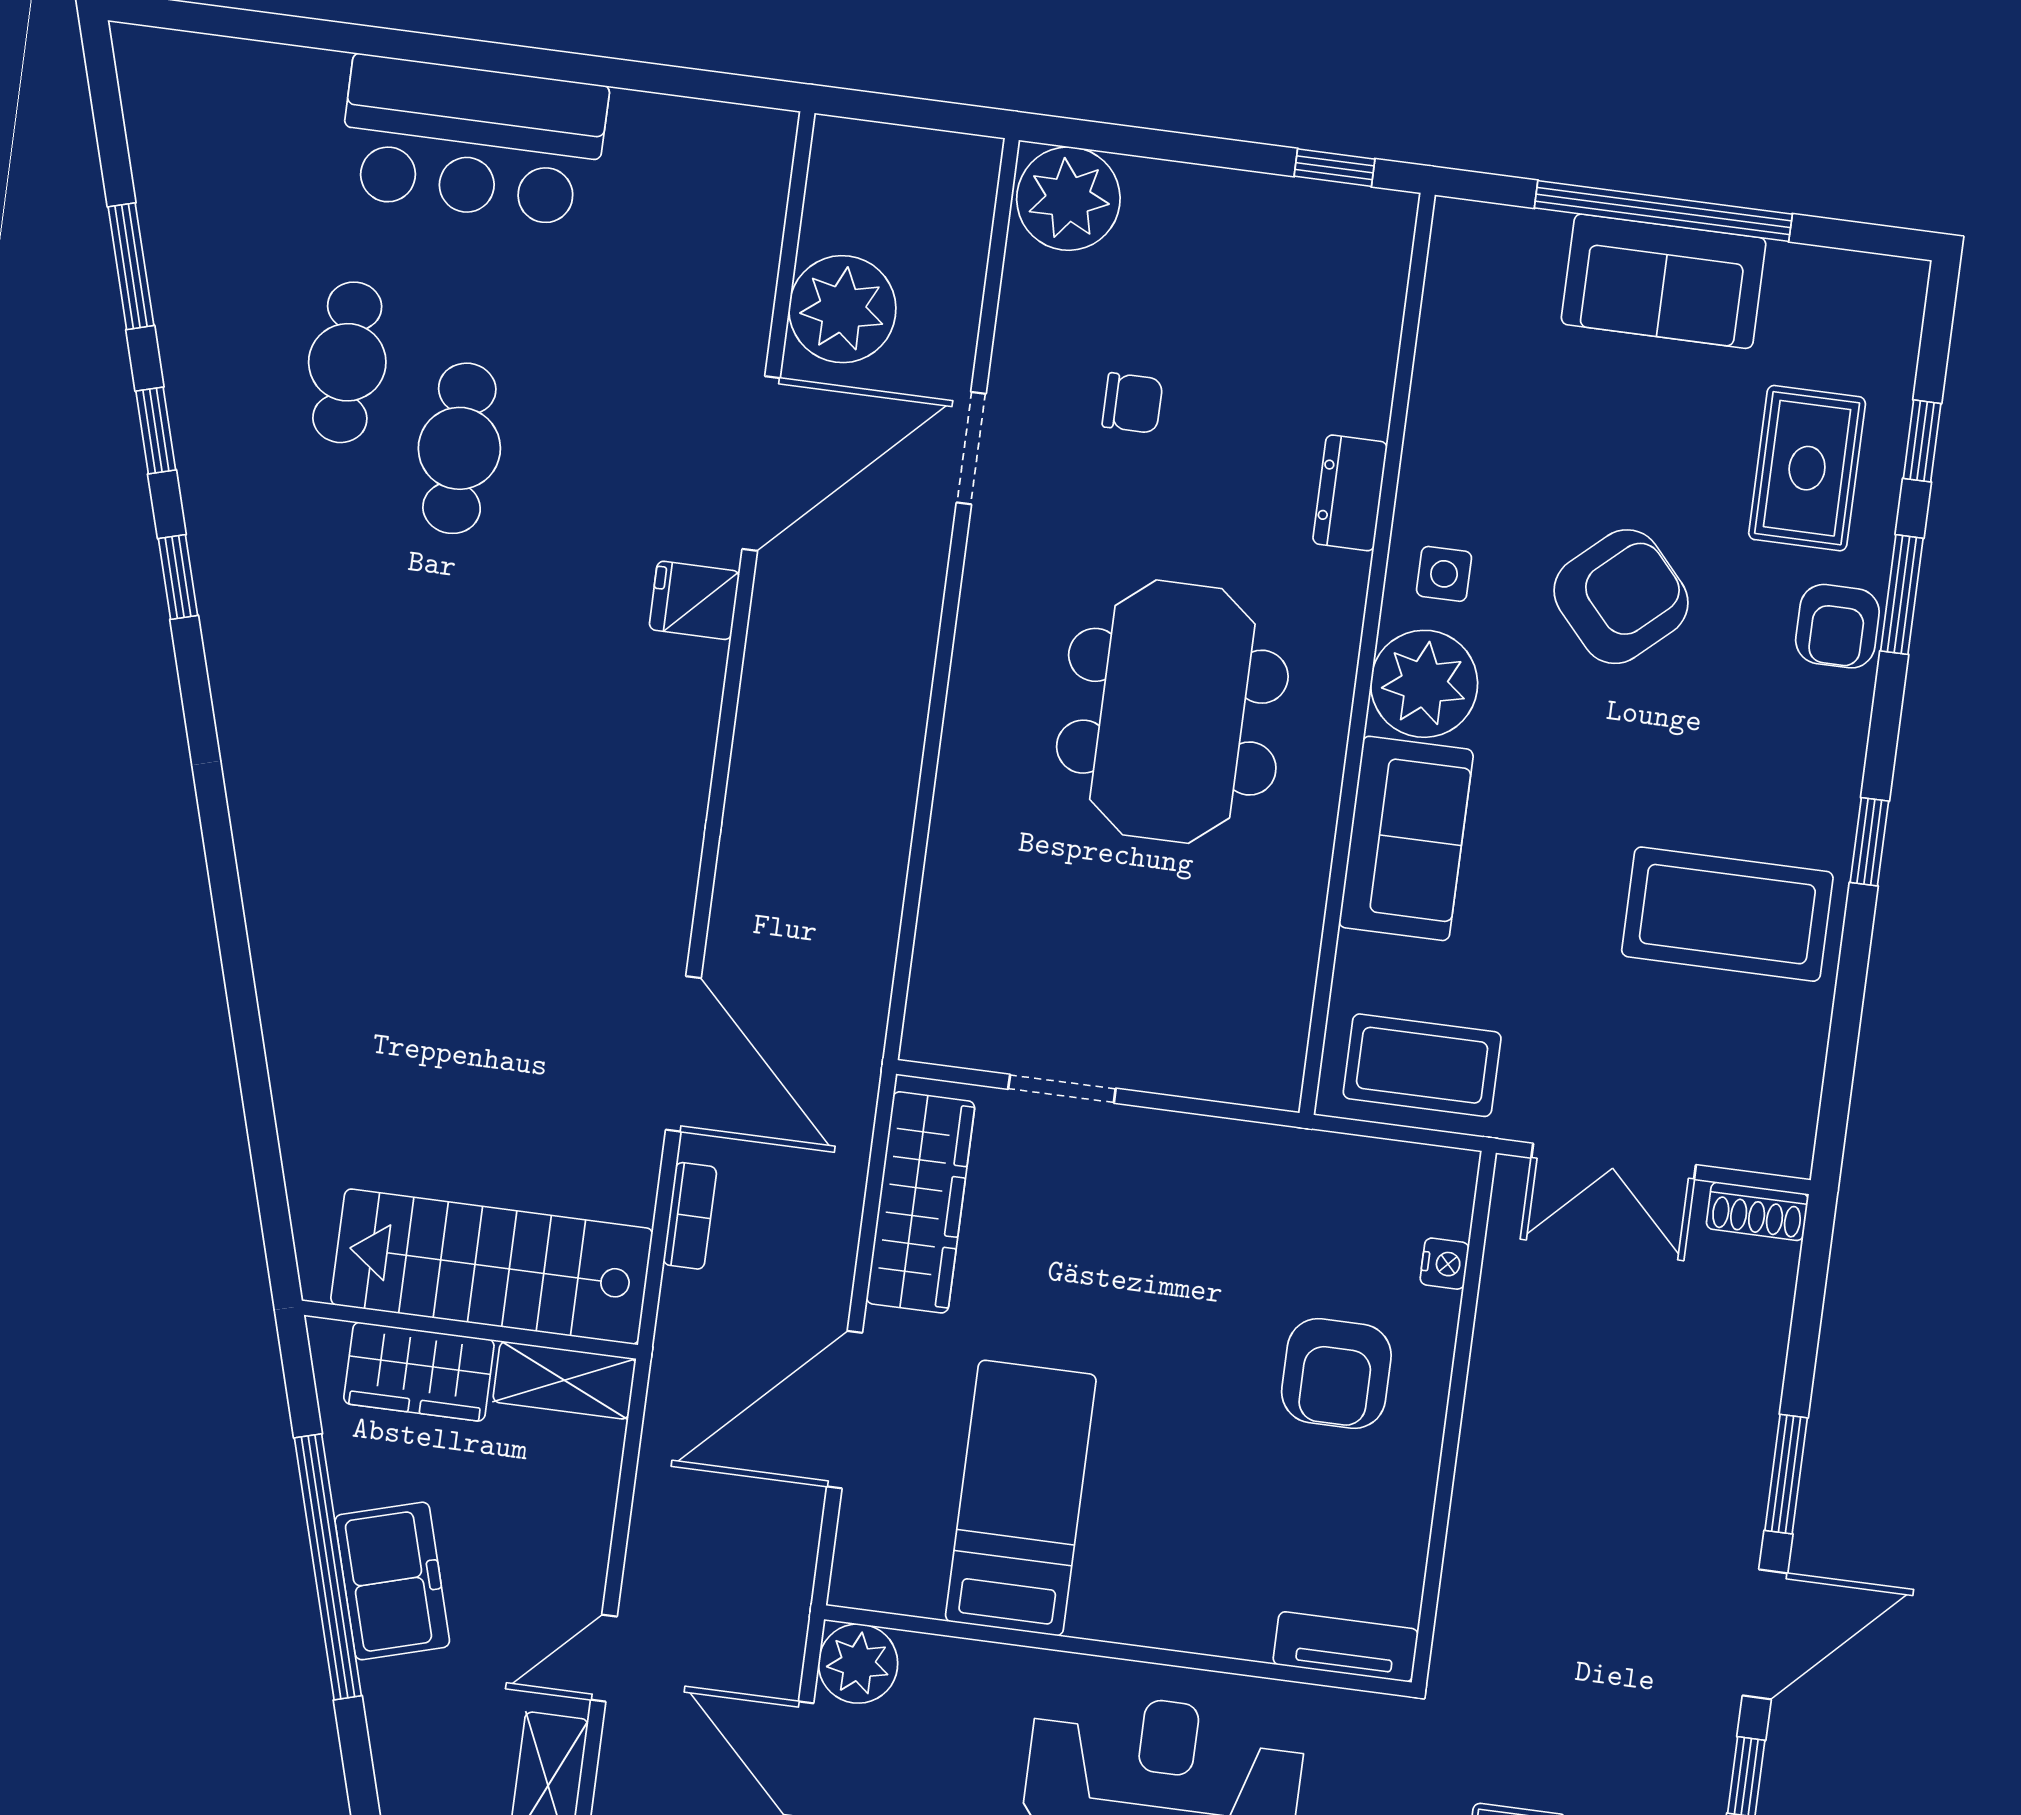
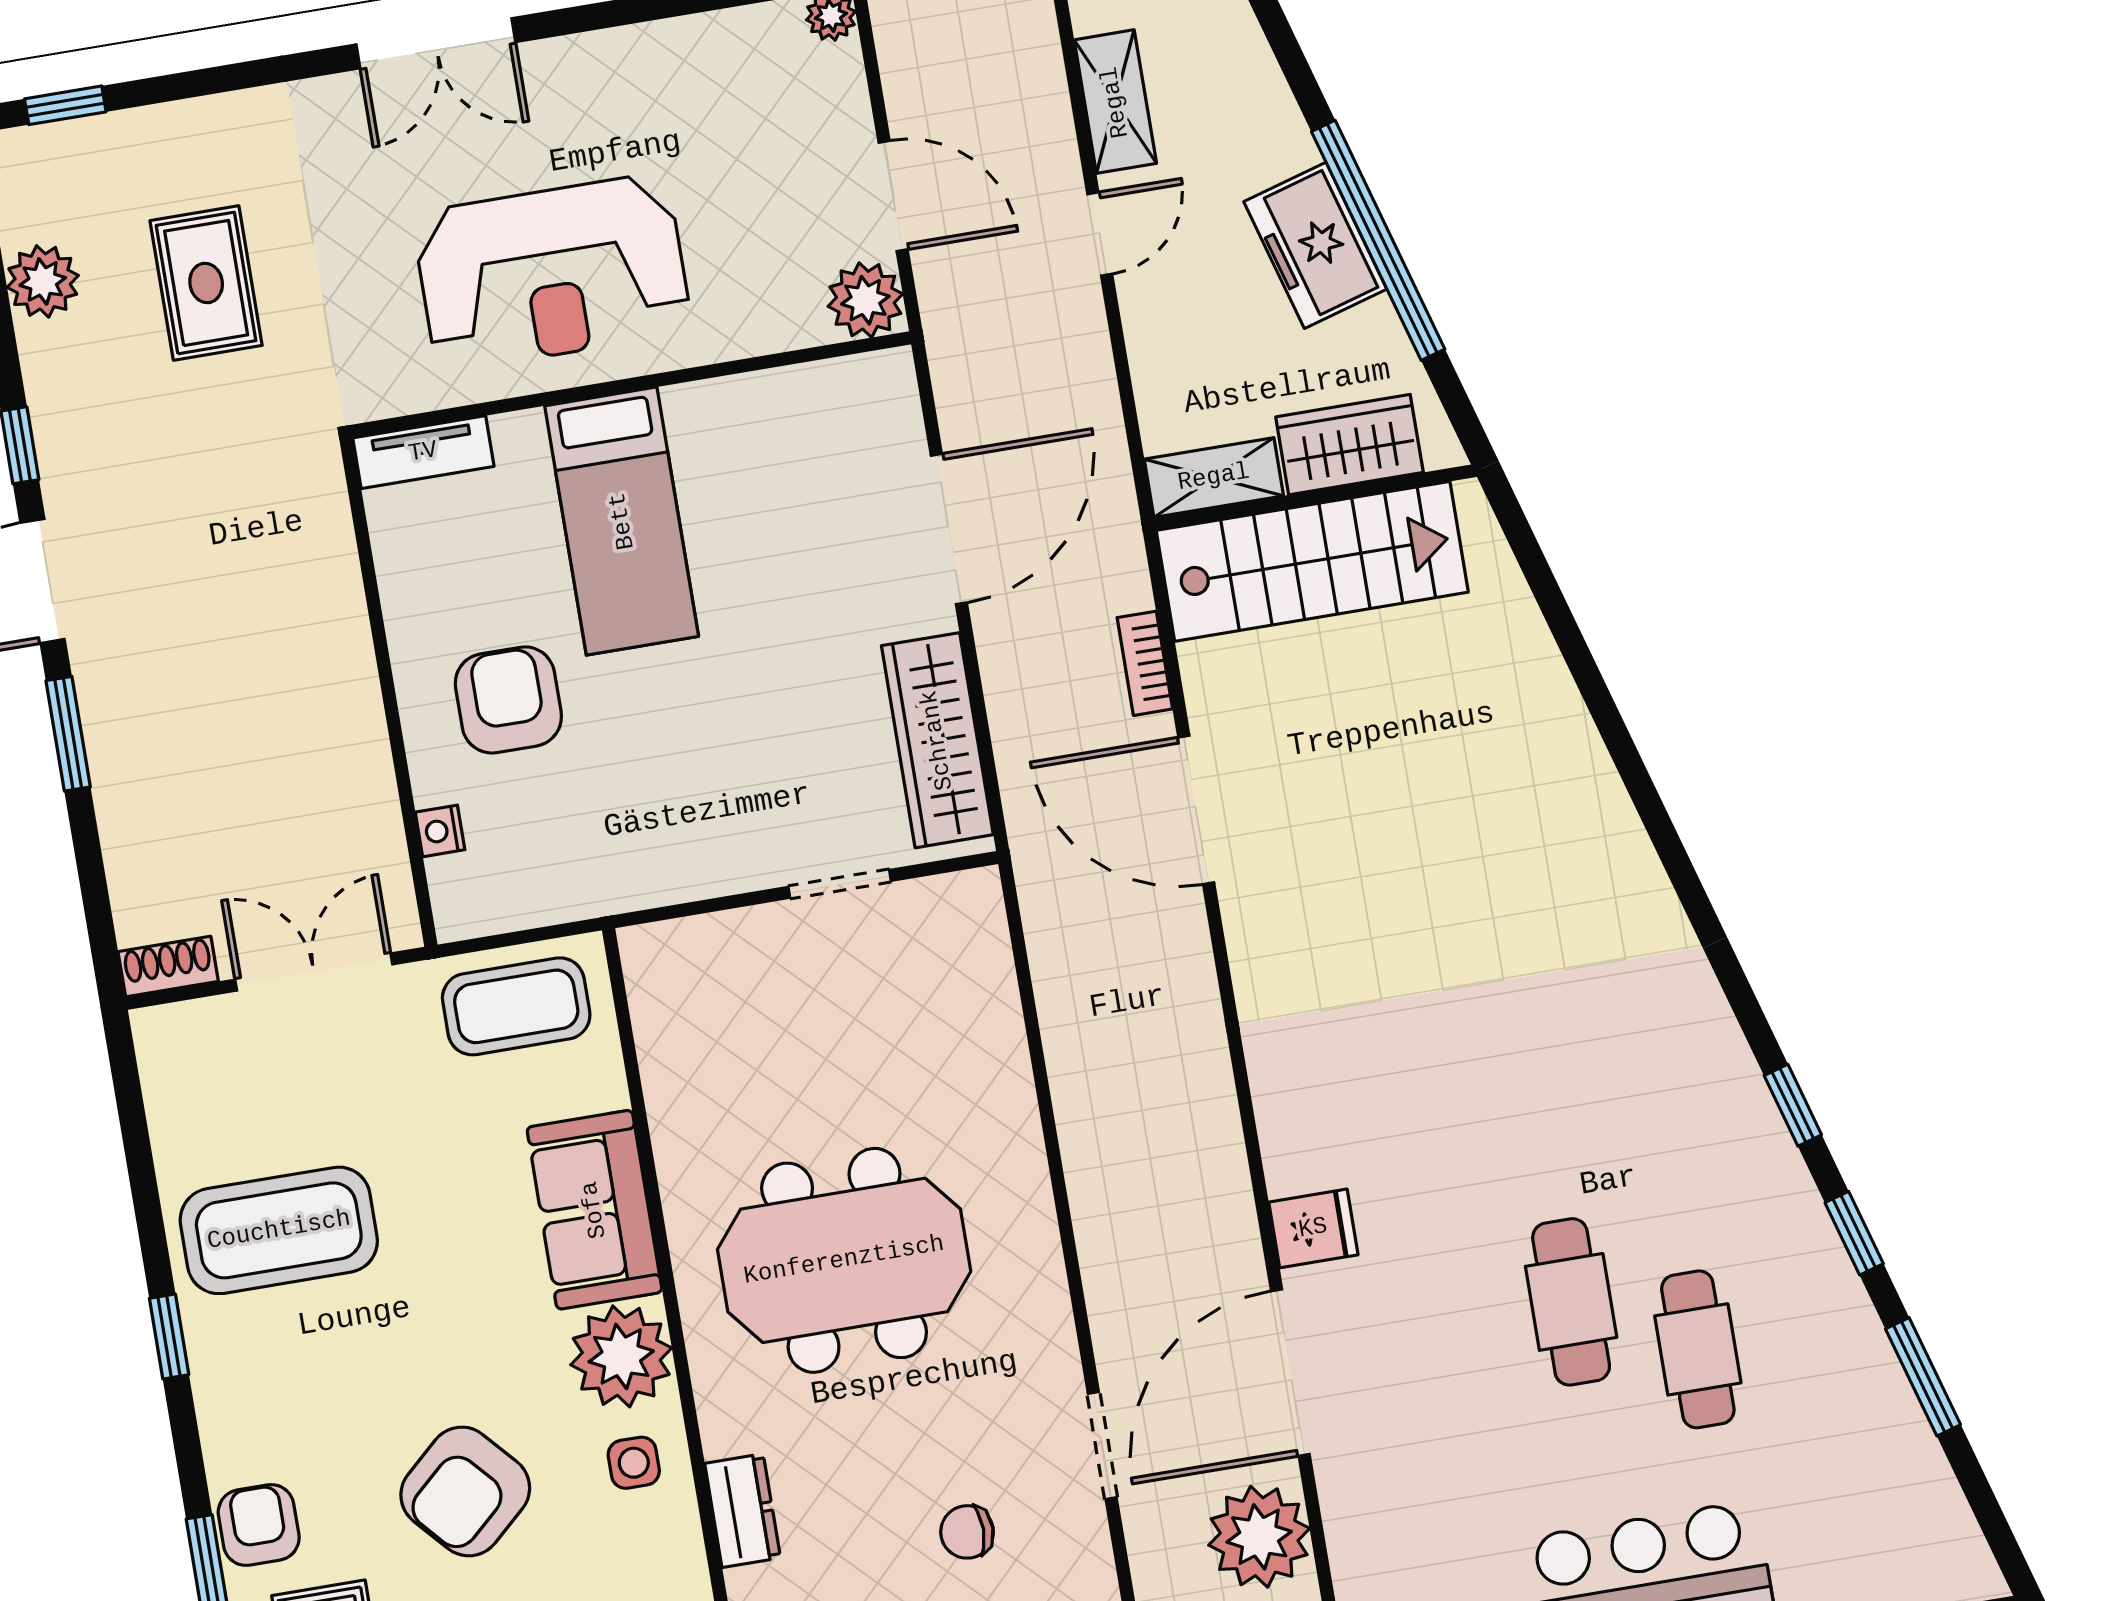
meeting table: (1172, 712) -> (844, 1260), turned 90
bed: (1021, 1498) -> (622, 521), moved

